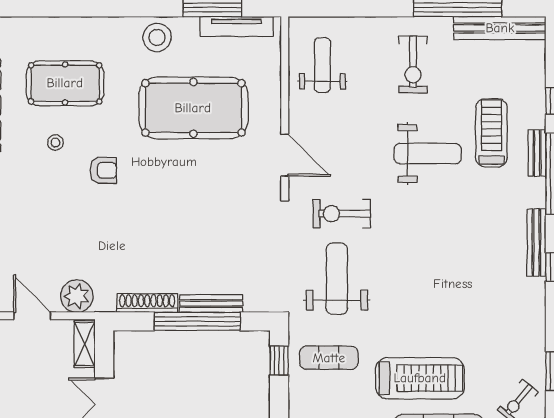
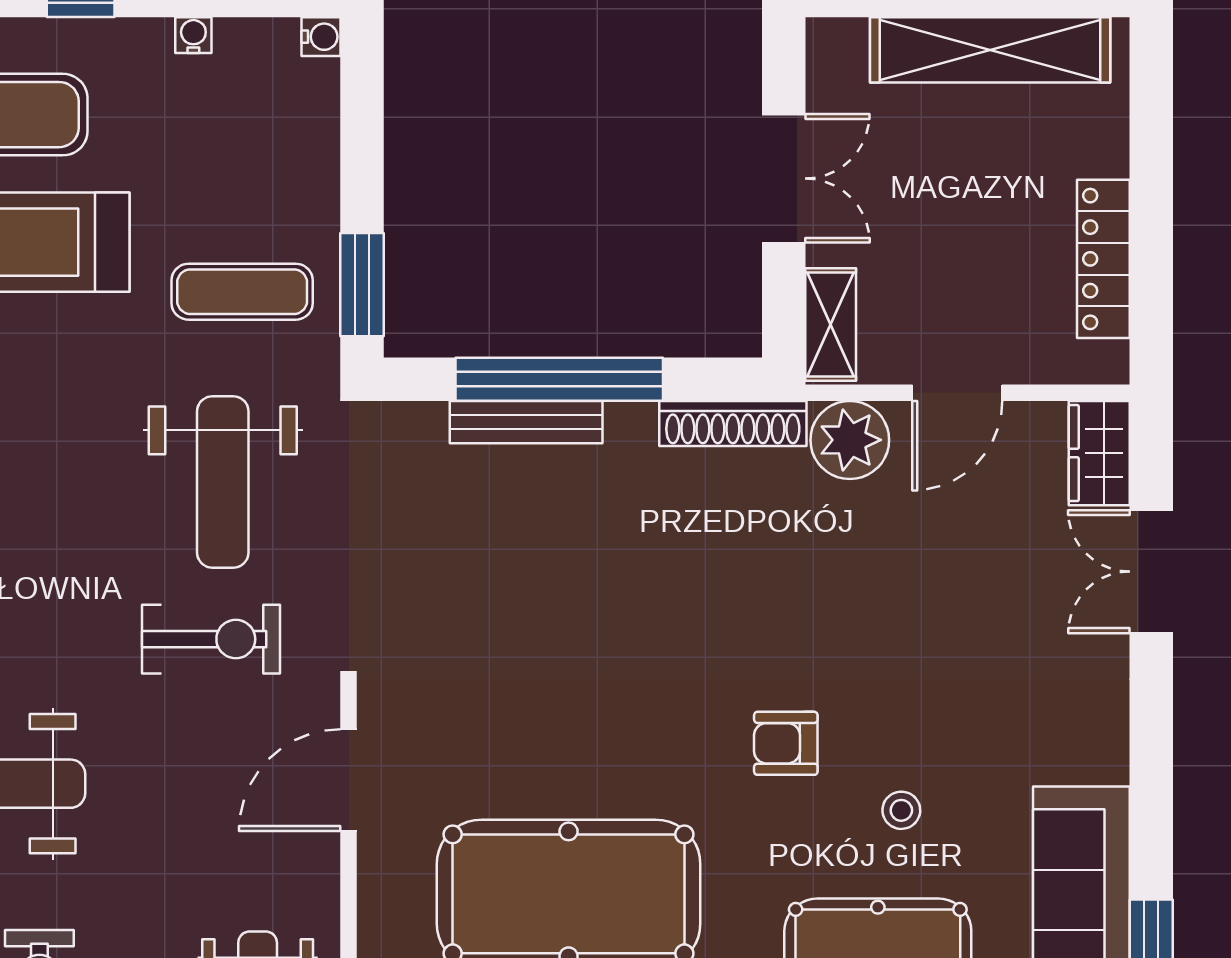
door: (285, 155) -> (349, 780), hinge flipped
shoe rack: (147, 303) -> (733, 423), moved
door: (32, 316) -> (957, 393), hinge flipped
window: (279, 361) -> (362, 285), width x1.50

